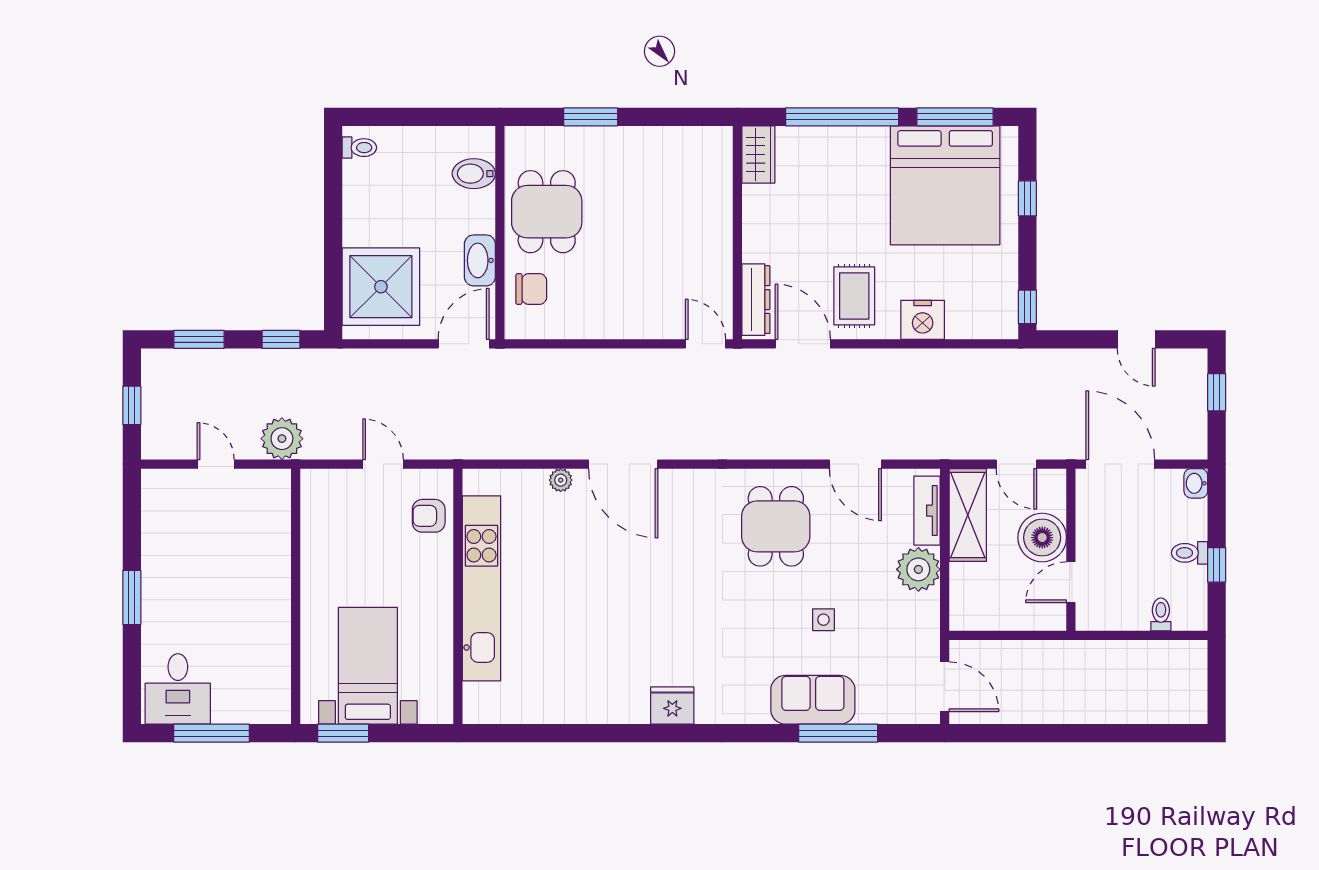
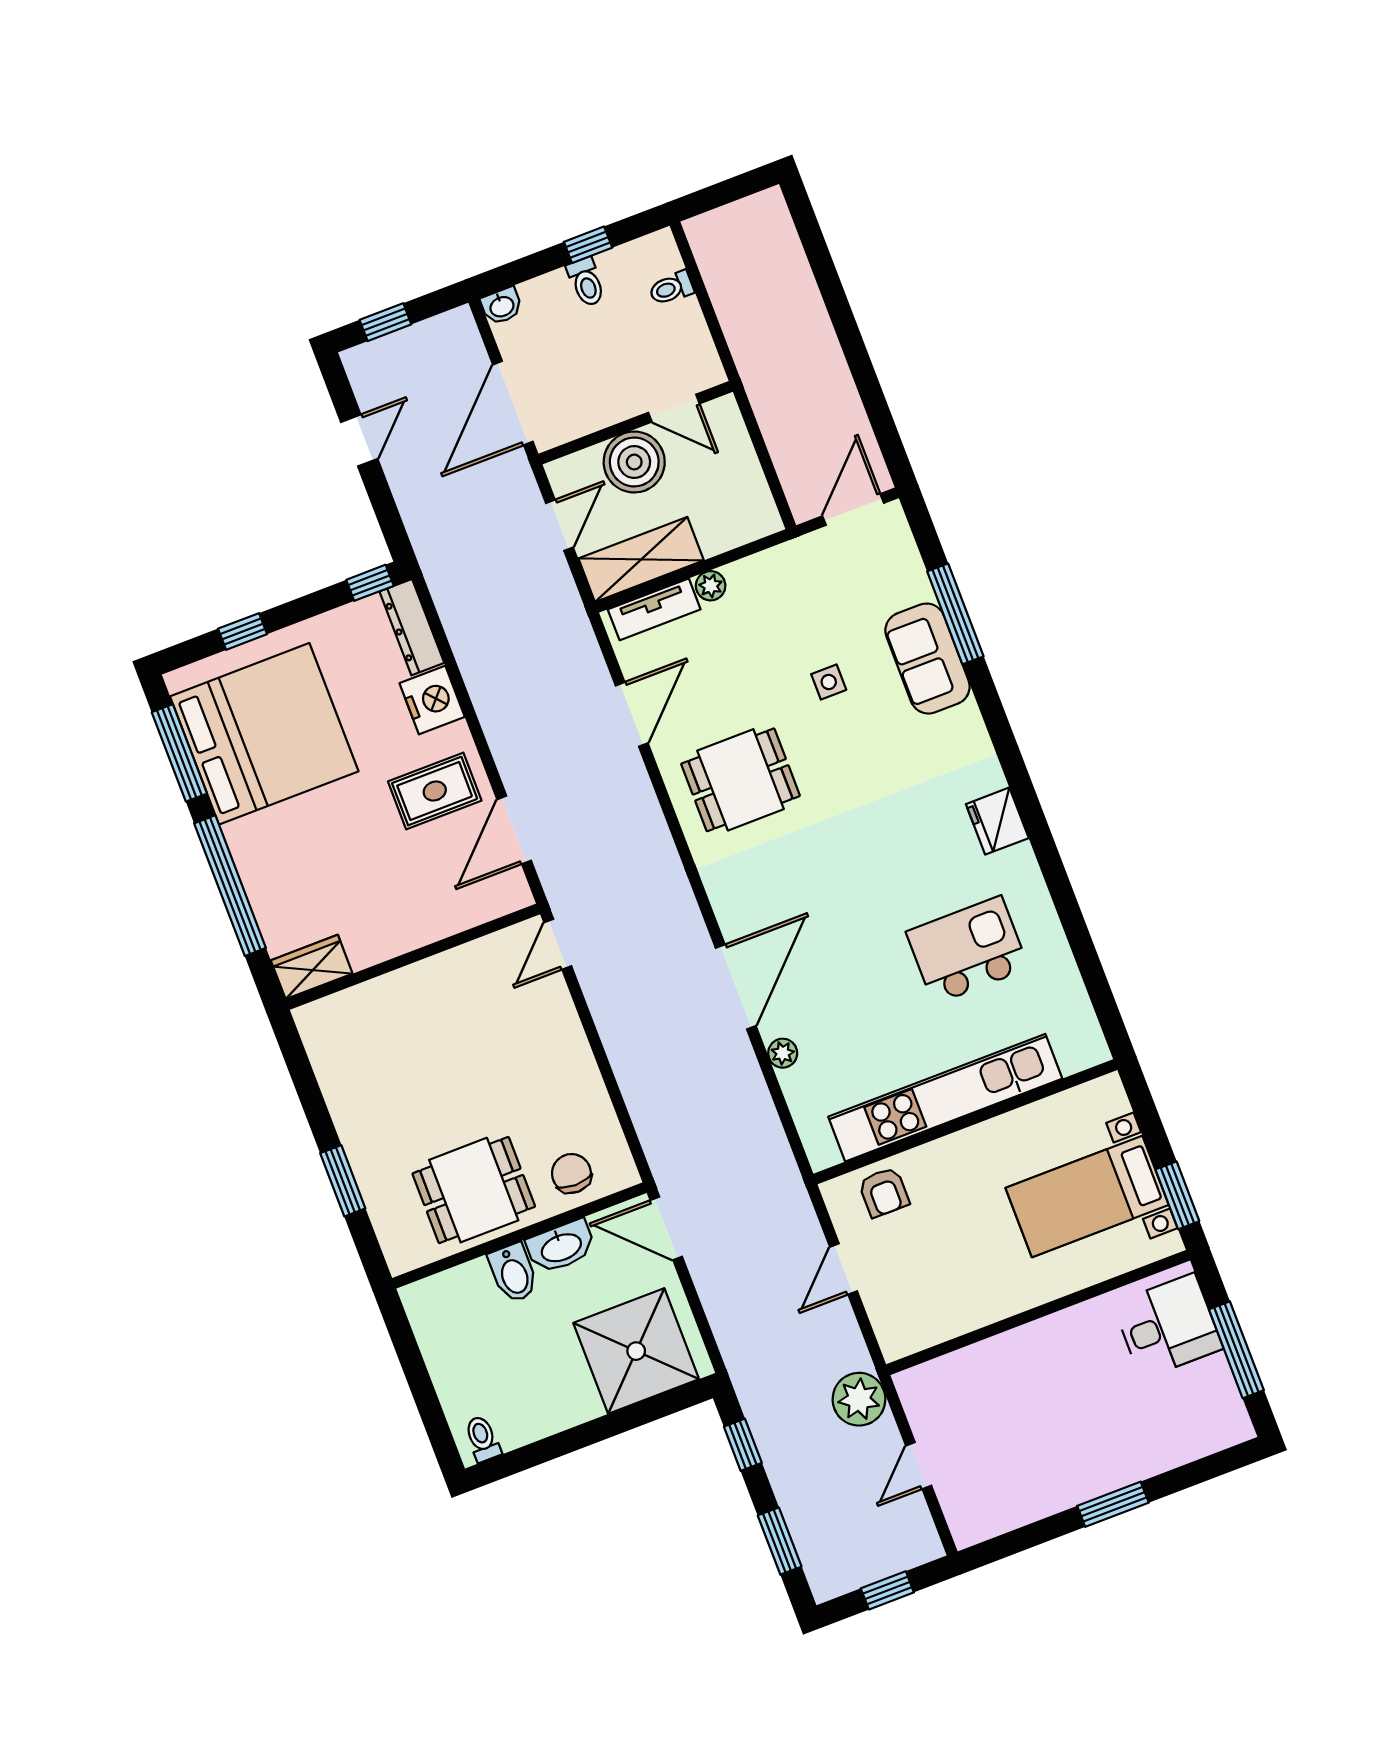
bidet: (474, 174) -> (513, 1273), moved
dresser: (756, 300) -> (412, 627), moved, turned -90
plant: (918, 569) -> (711, 586), width x0.53, depth x0.53
kitchen island: (585, 647) -> (967, 950), added
desk: (178, 689) -> (1168, 1326), moved

